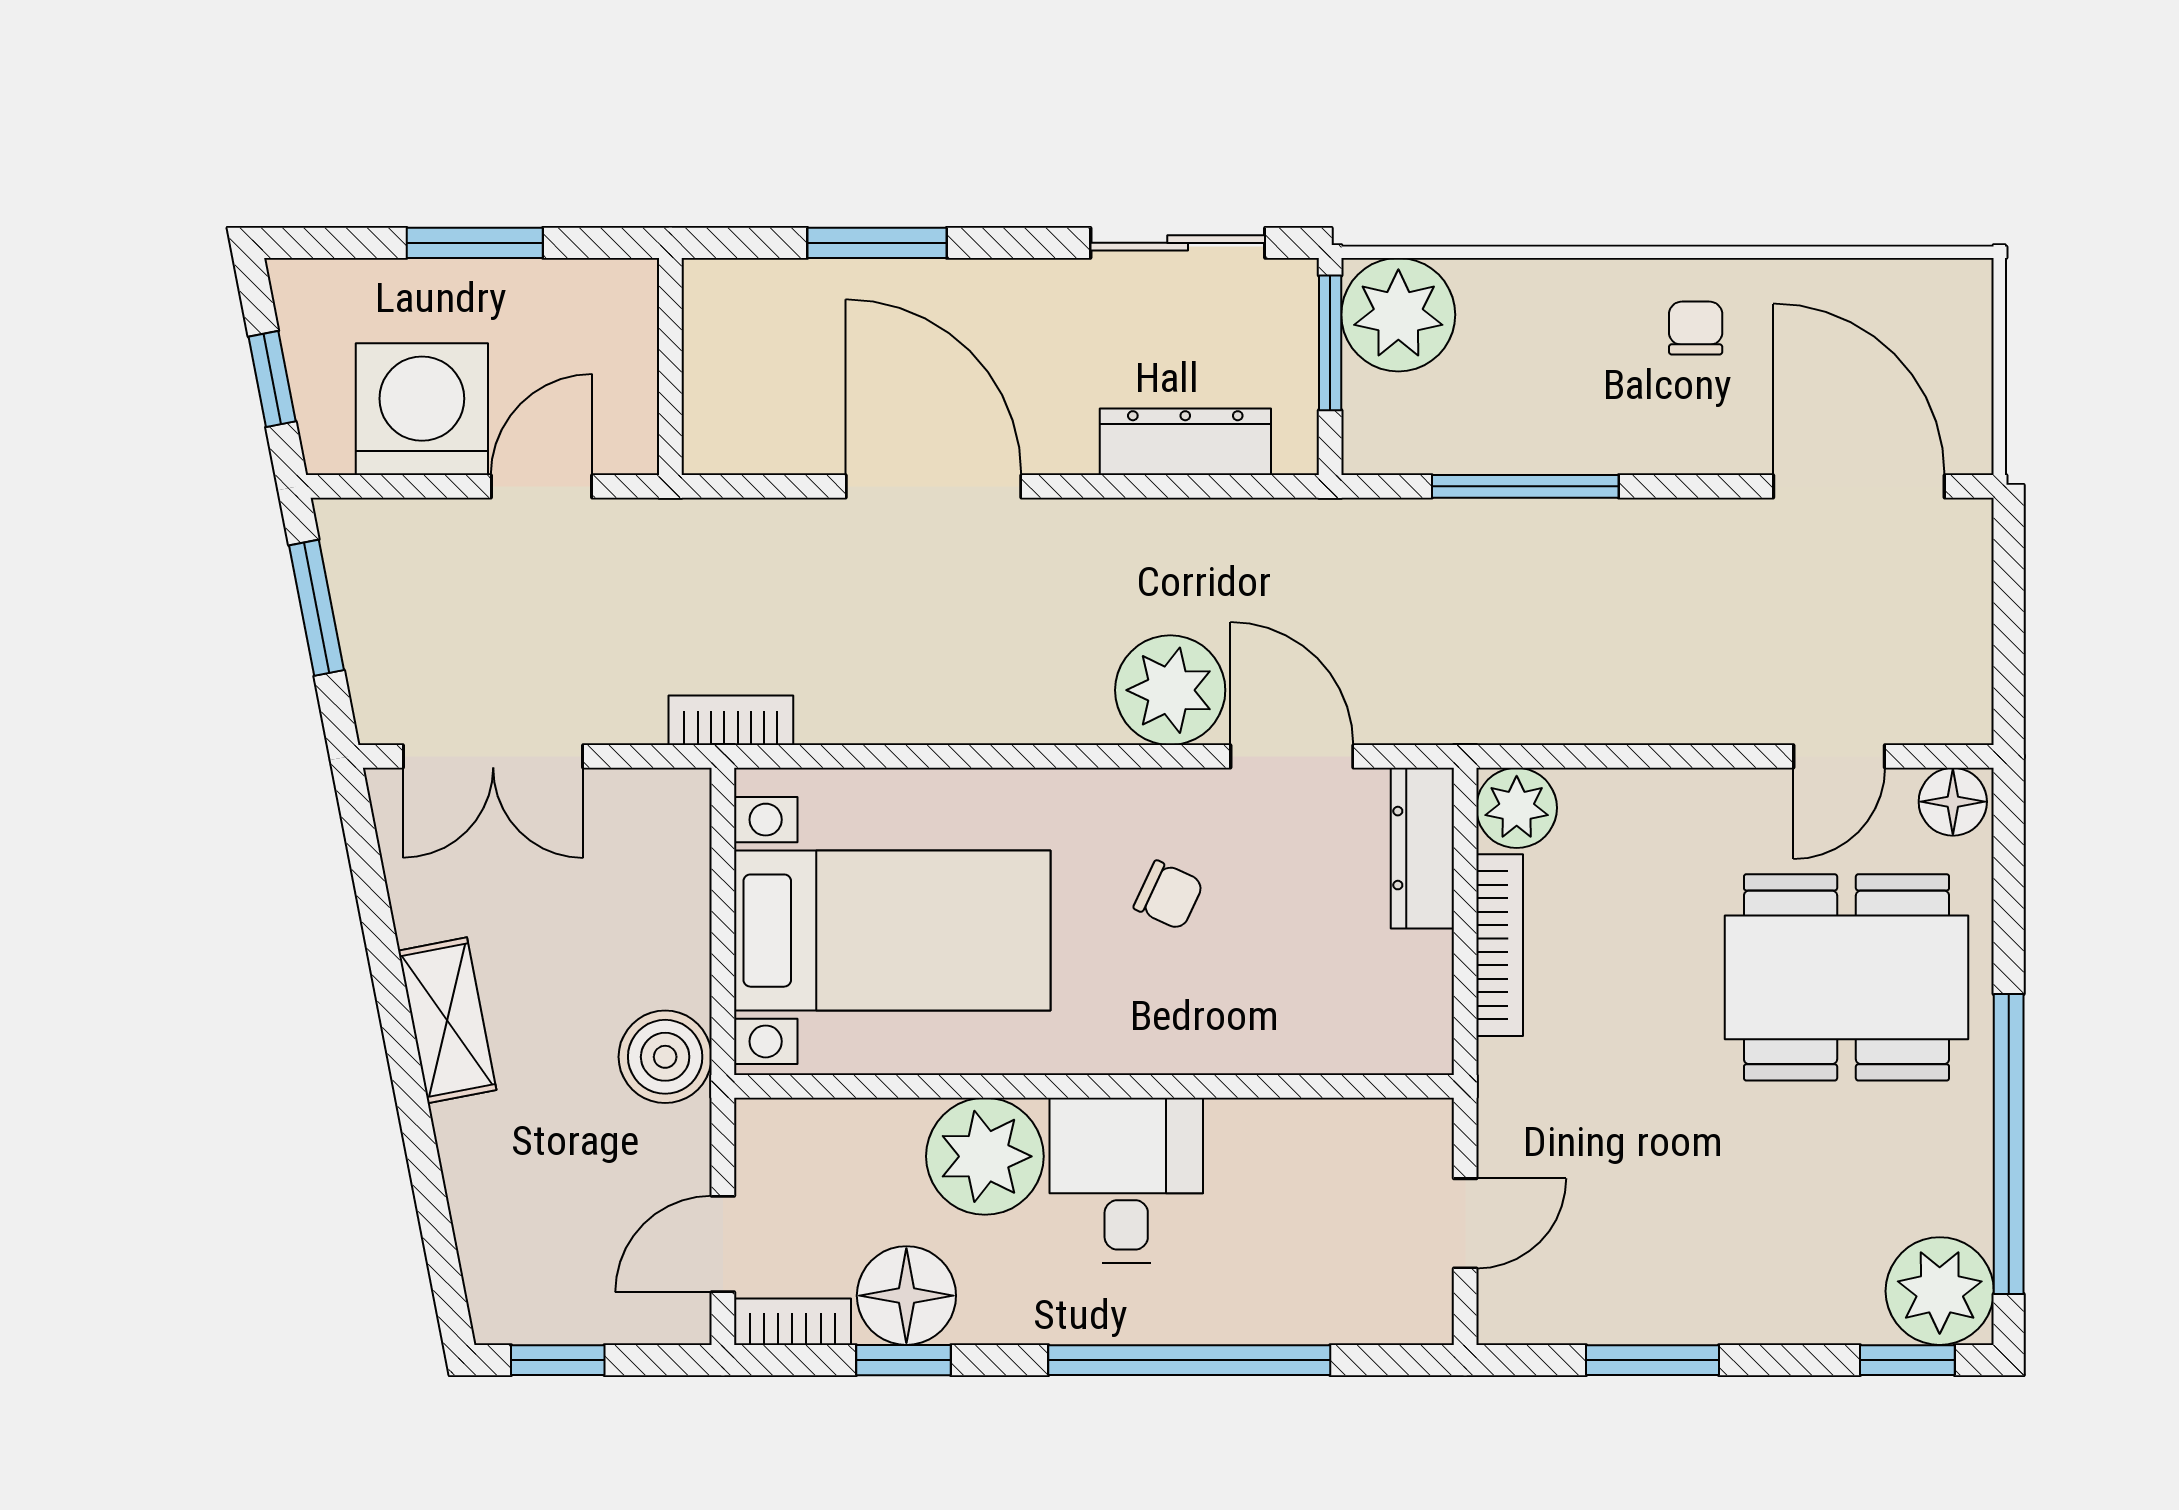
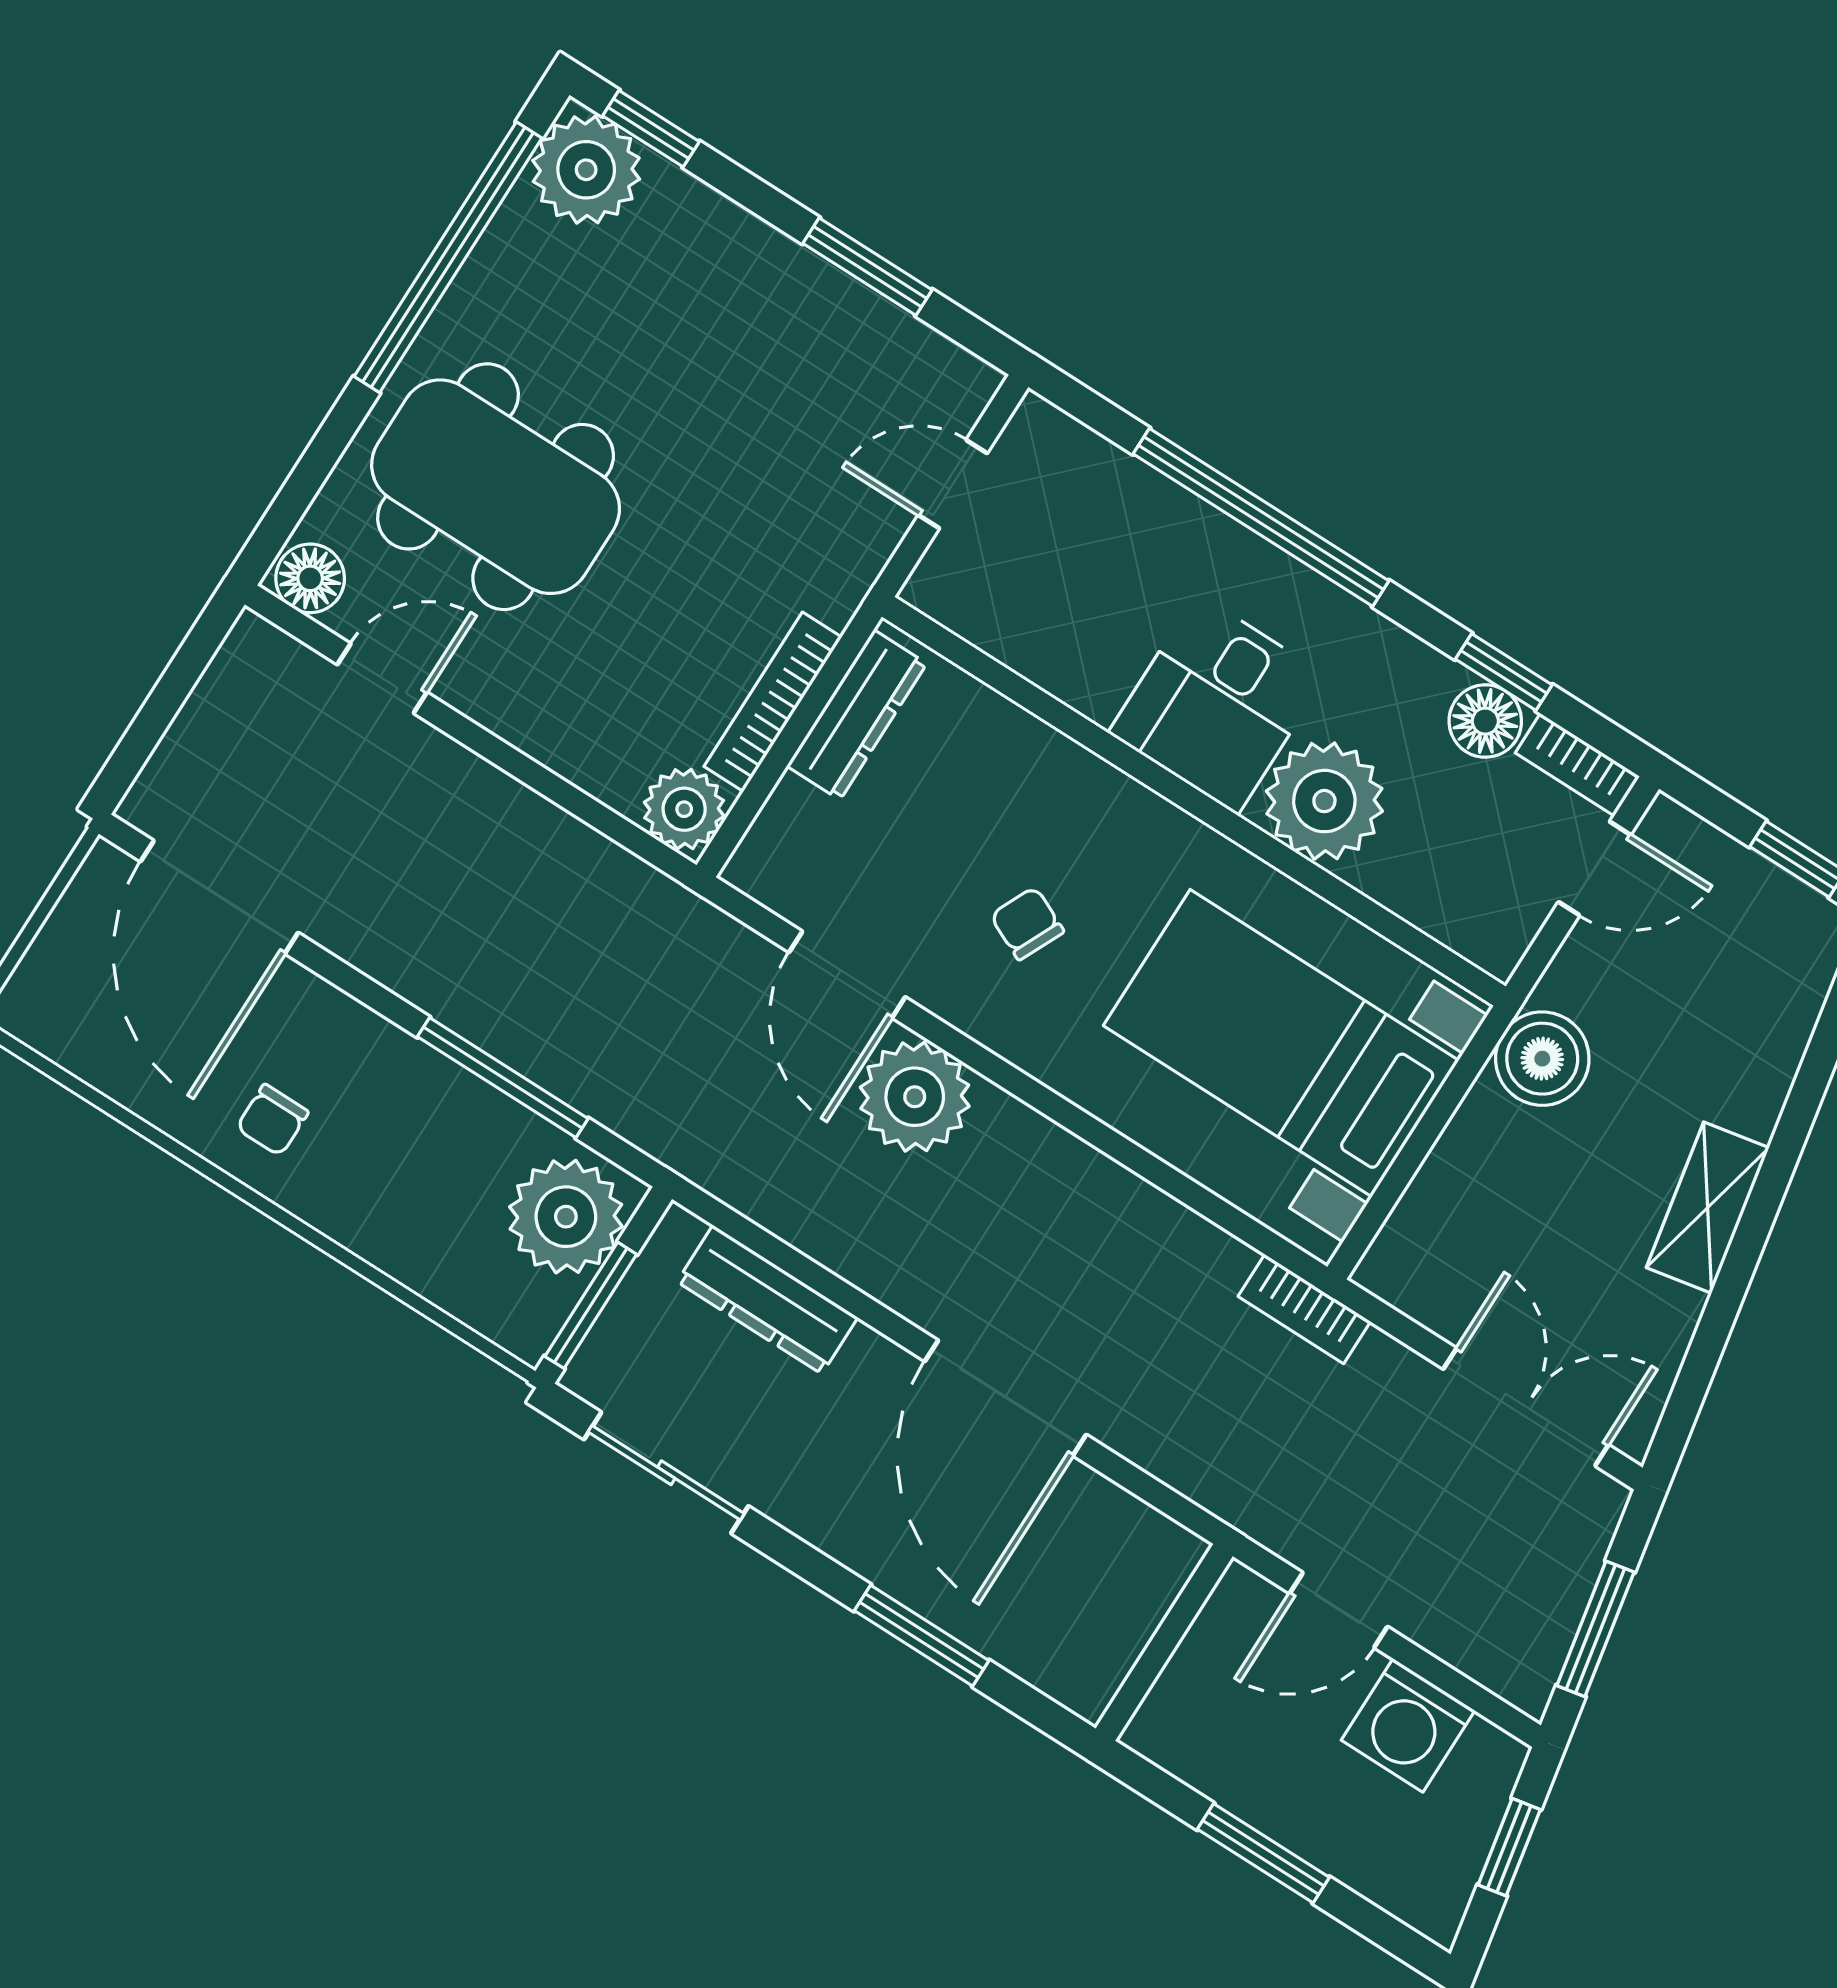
plant: (1398, 315) -> (566, 1217), moved
washing machine: (422, 409) -> (1408, 1725), width x0.73, depth x0.73
dresser: (1422, 848) -> (857, 715), moved
floor lamp: (906, 1296) -> (1485, 721), width x0.73, depth x0.73

